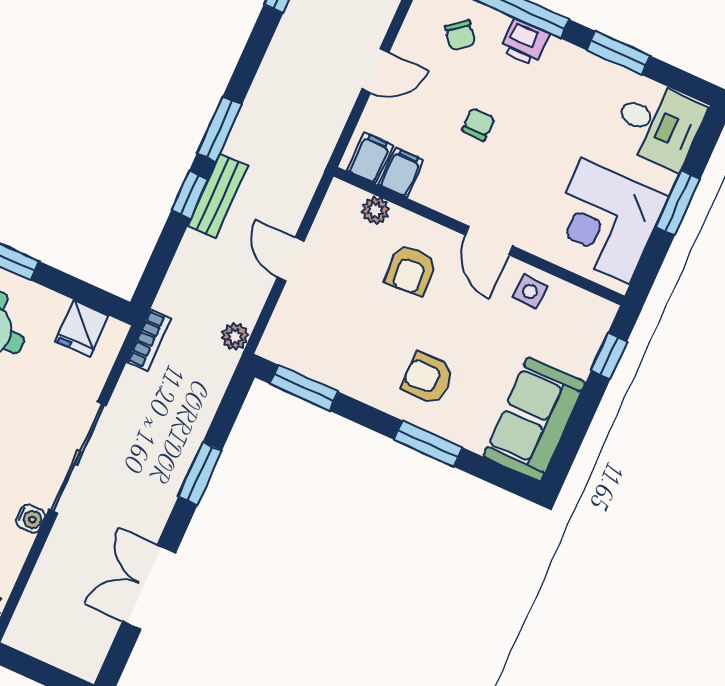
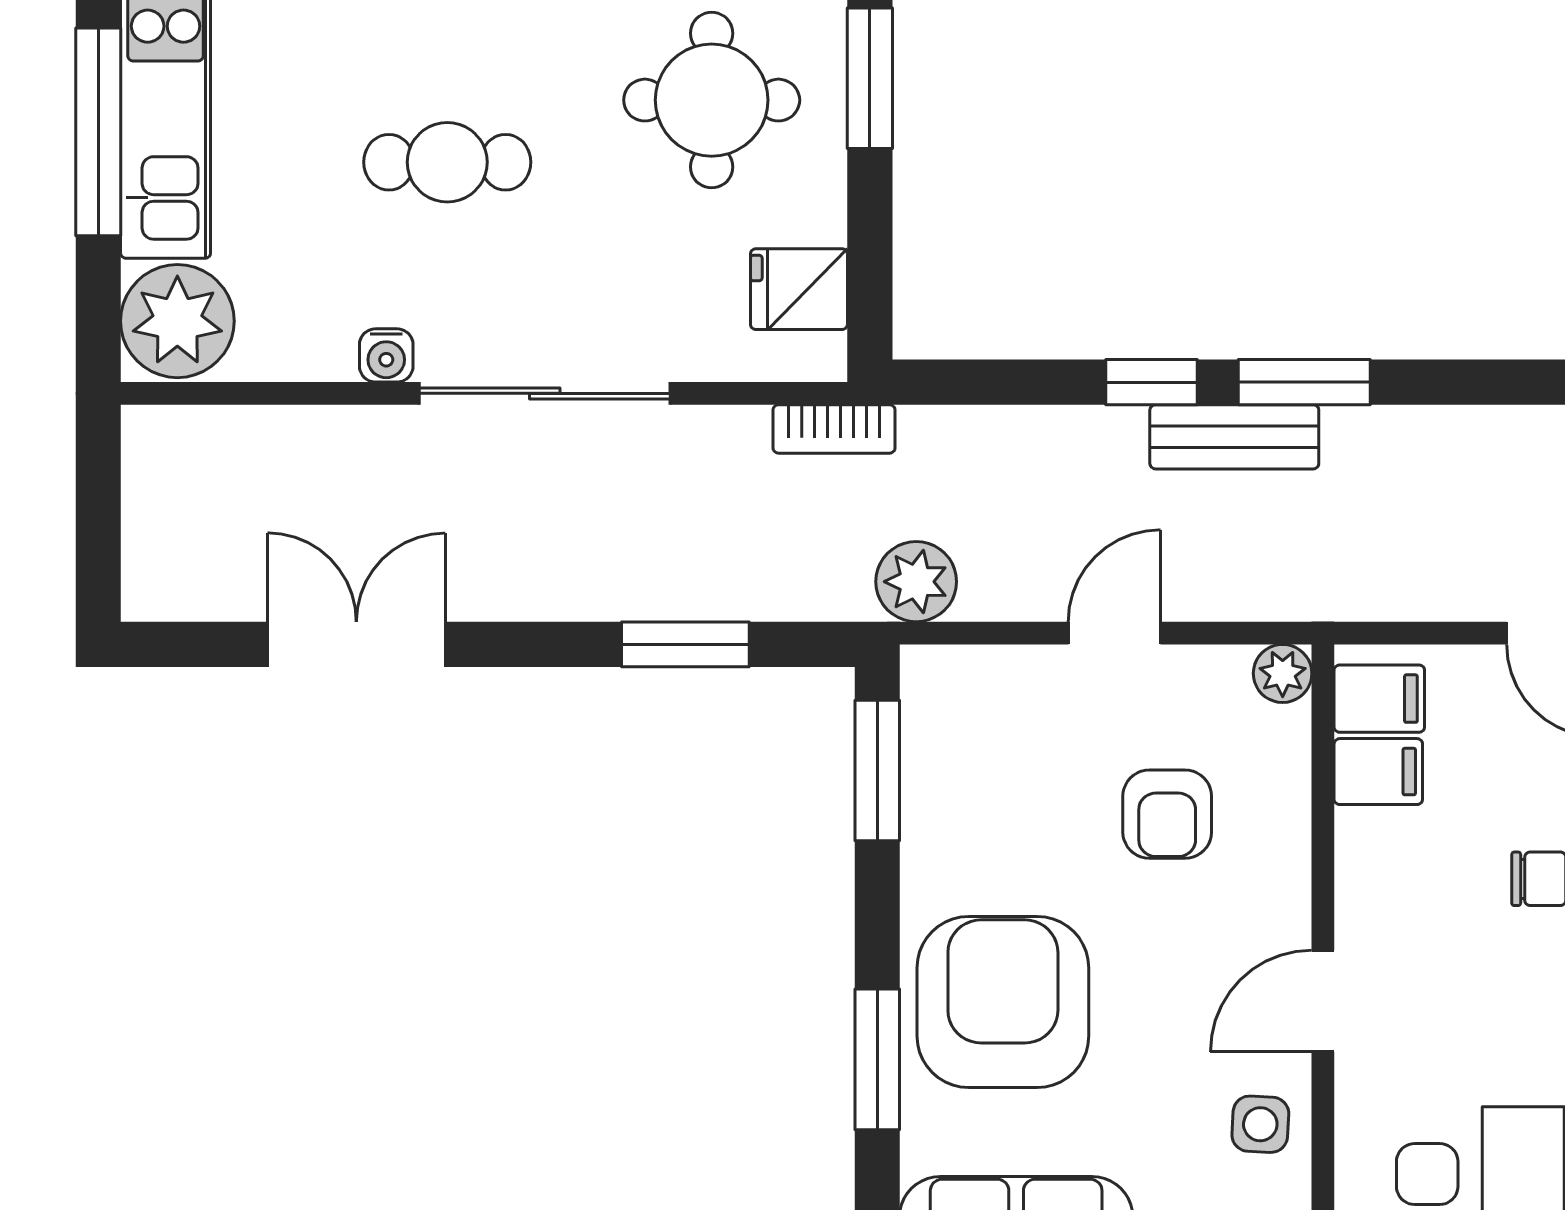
bench: (218, 196) -> (1234, 437), moved
plant: (375, 210) -> (1283, 673), moved
armchair: (411, 270) -> (1167, 814), moved, turned -86
plant: (235, 337) -> (916, 582), width x1.38, depth x1.38
armchair: (428, 378) -> (1003, 1002), width x1.88, depth x1.88
window: (200, 474) -> (685, 644), moved

